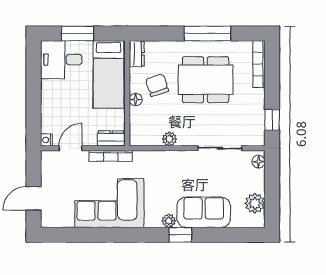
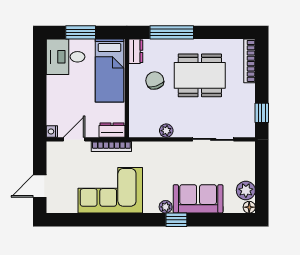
window: (207, 33) -> (172, 32), moved
floor lamp: (136, 100) -> (135, 94), removed
floor lamp: (259, 162) -> (249, 207), moved

